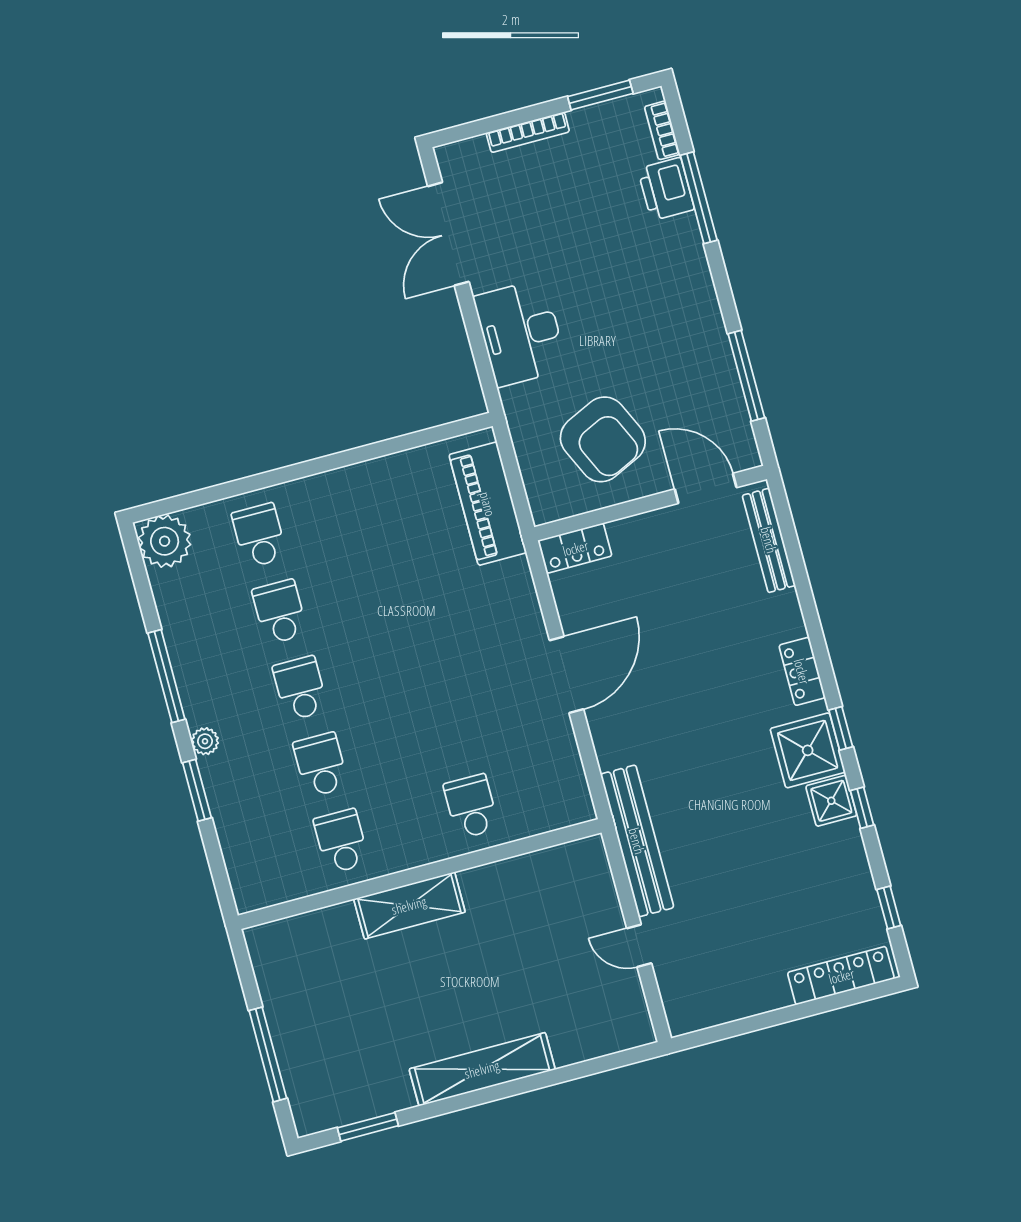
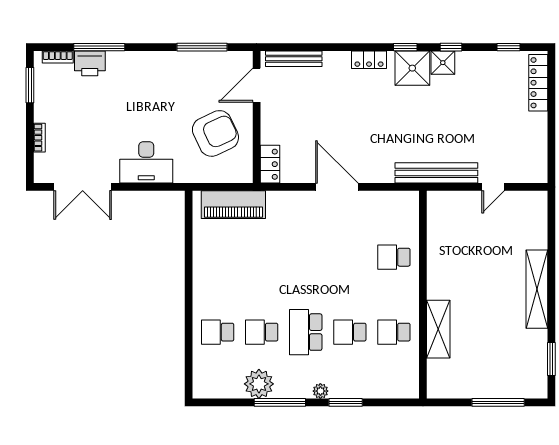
bookcase: (528, 132) -> (39, 138), width x0.64
plant: (165, 541) -> (259, 384), moved
school desk: (300, 688) -> (306, 332), width x1.85
shelving: (409, 905) -> (438, 329), moved

